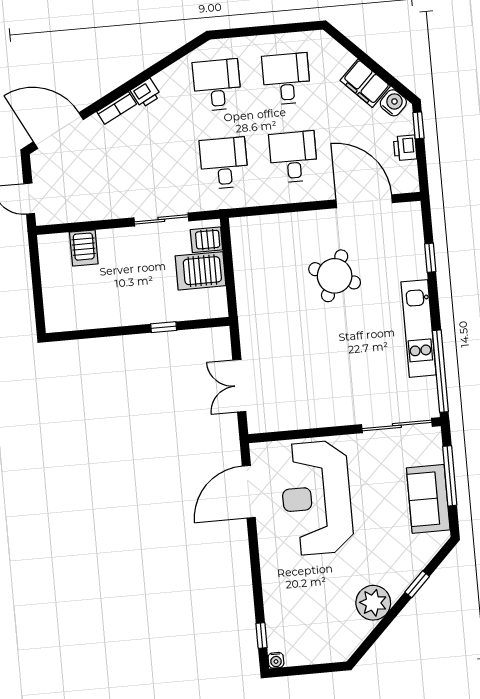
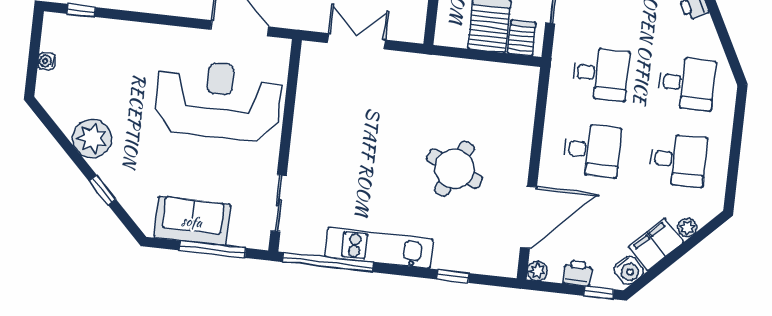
plant: (345, 59) -> (687, 228), added
plant: (410, 184) -> (537, 271), added
sliding door: (397, 426) -> (279, 203), width x0.73
water cooler: (276, 660) -> (47, 61), moved

